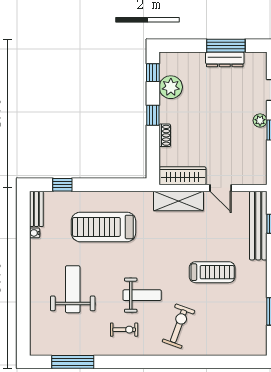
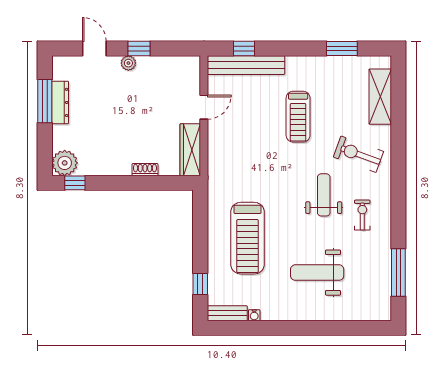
plant: (171, 87) -> (65, 163), moved
window: (153, 115) -> (122, 183), removed
shelving: (178, 201) -> (380, 97), moved
treadmill: (212, 272) -> (298, 117), turned 180

